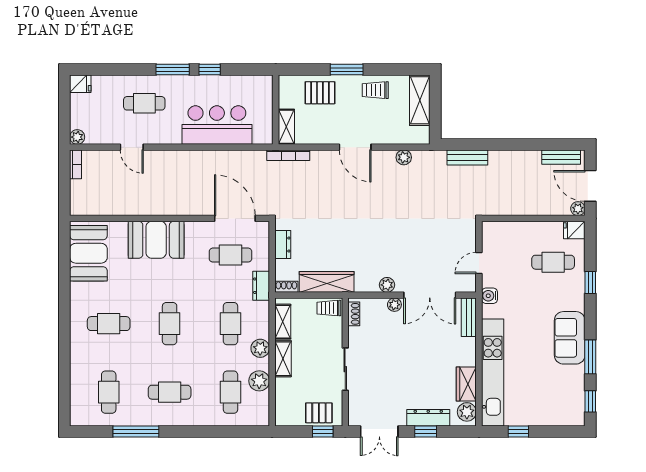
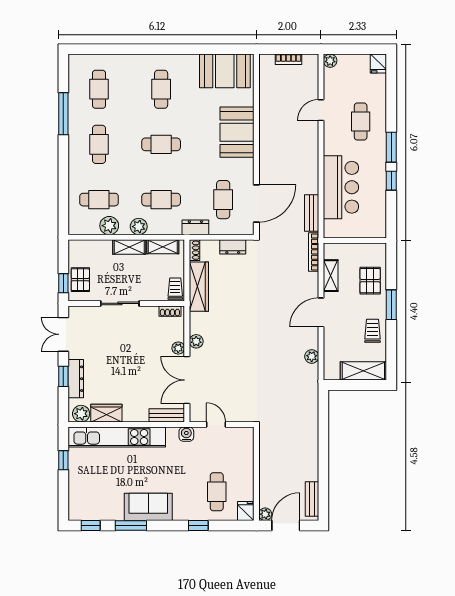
shelving: (286, 127) -> (331, 276), moved, turned 90
bench: (467, 157) -> (312, 213), moved
bookcase: (76, 164) -> (288, 59), moved
cafe table: (109, 392) -> (99, 89), turned 90

